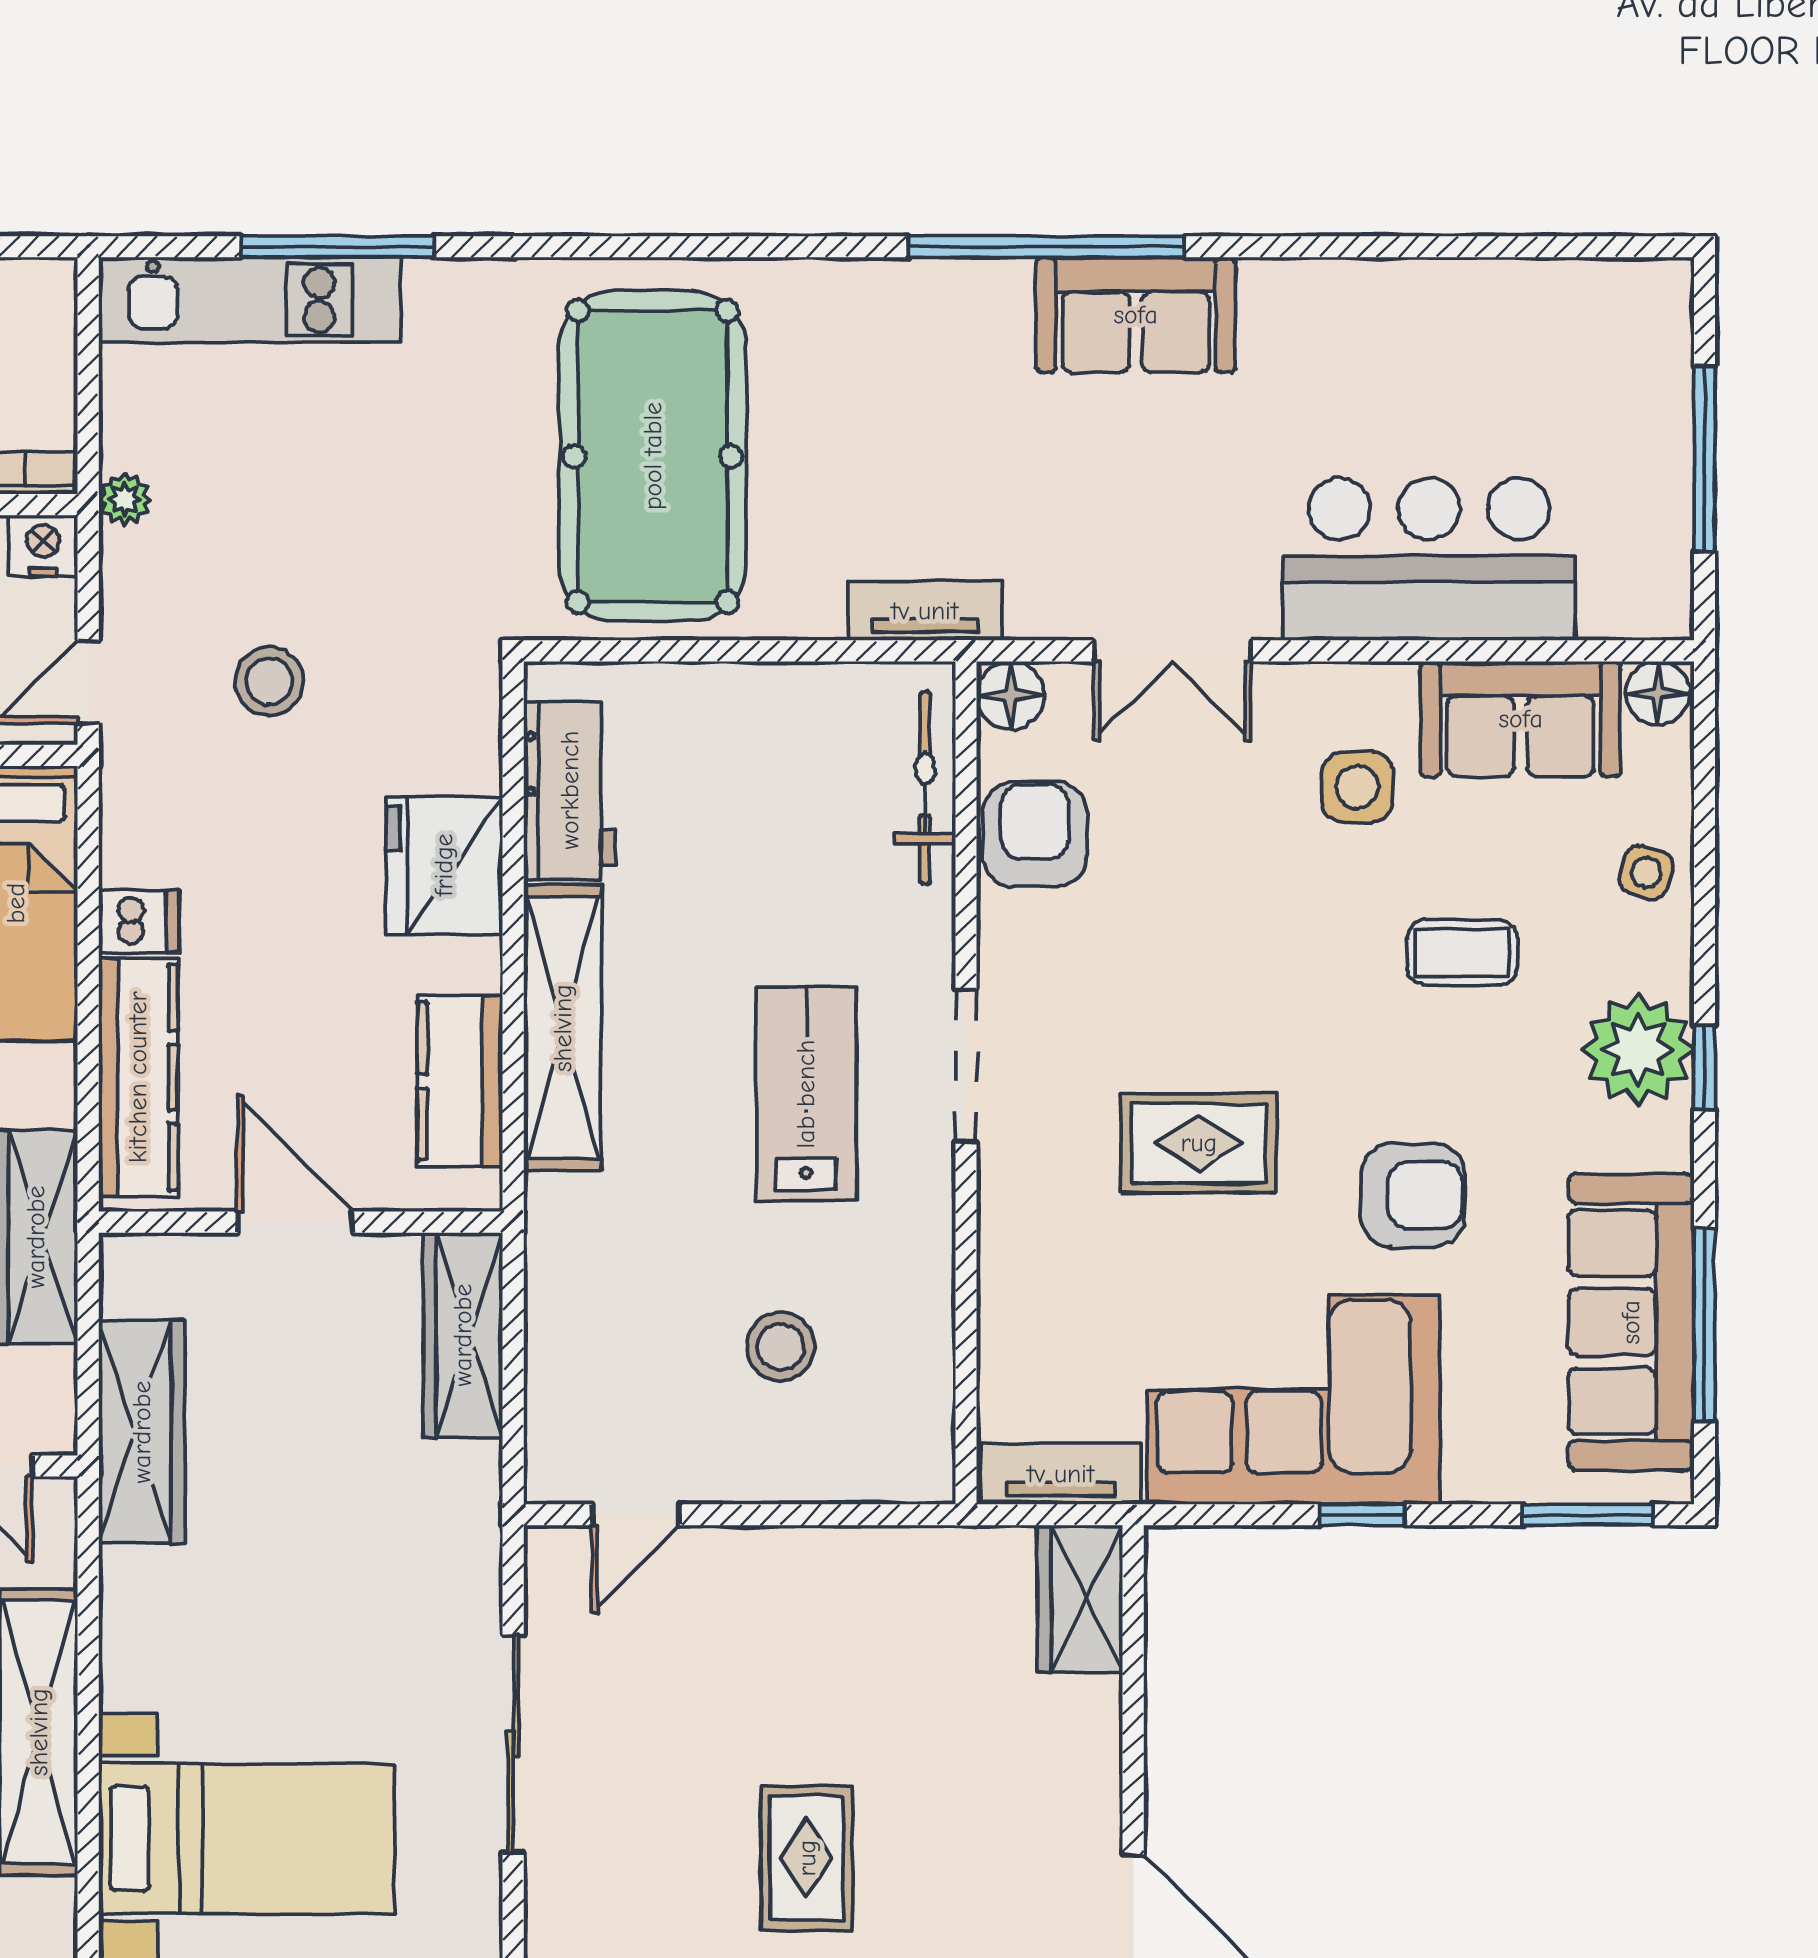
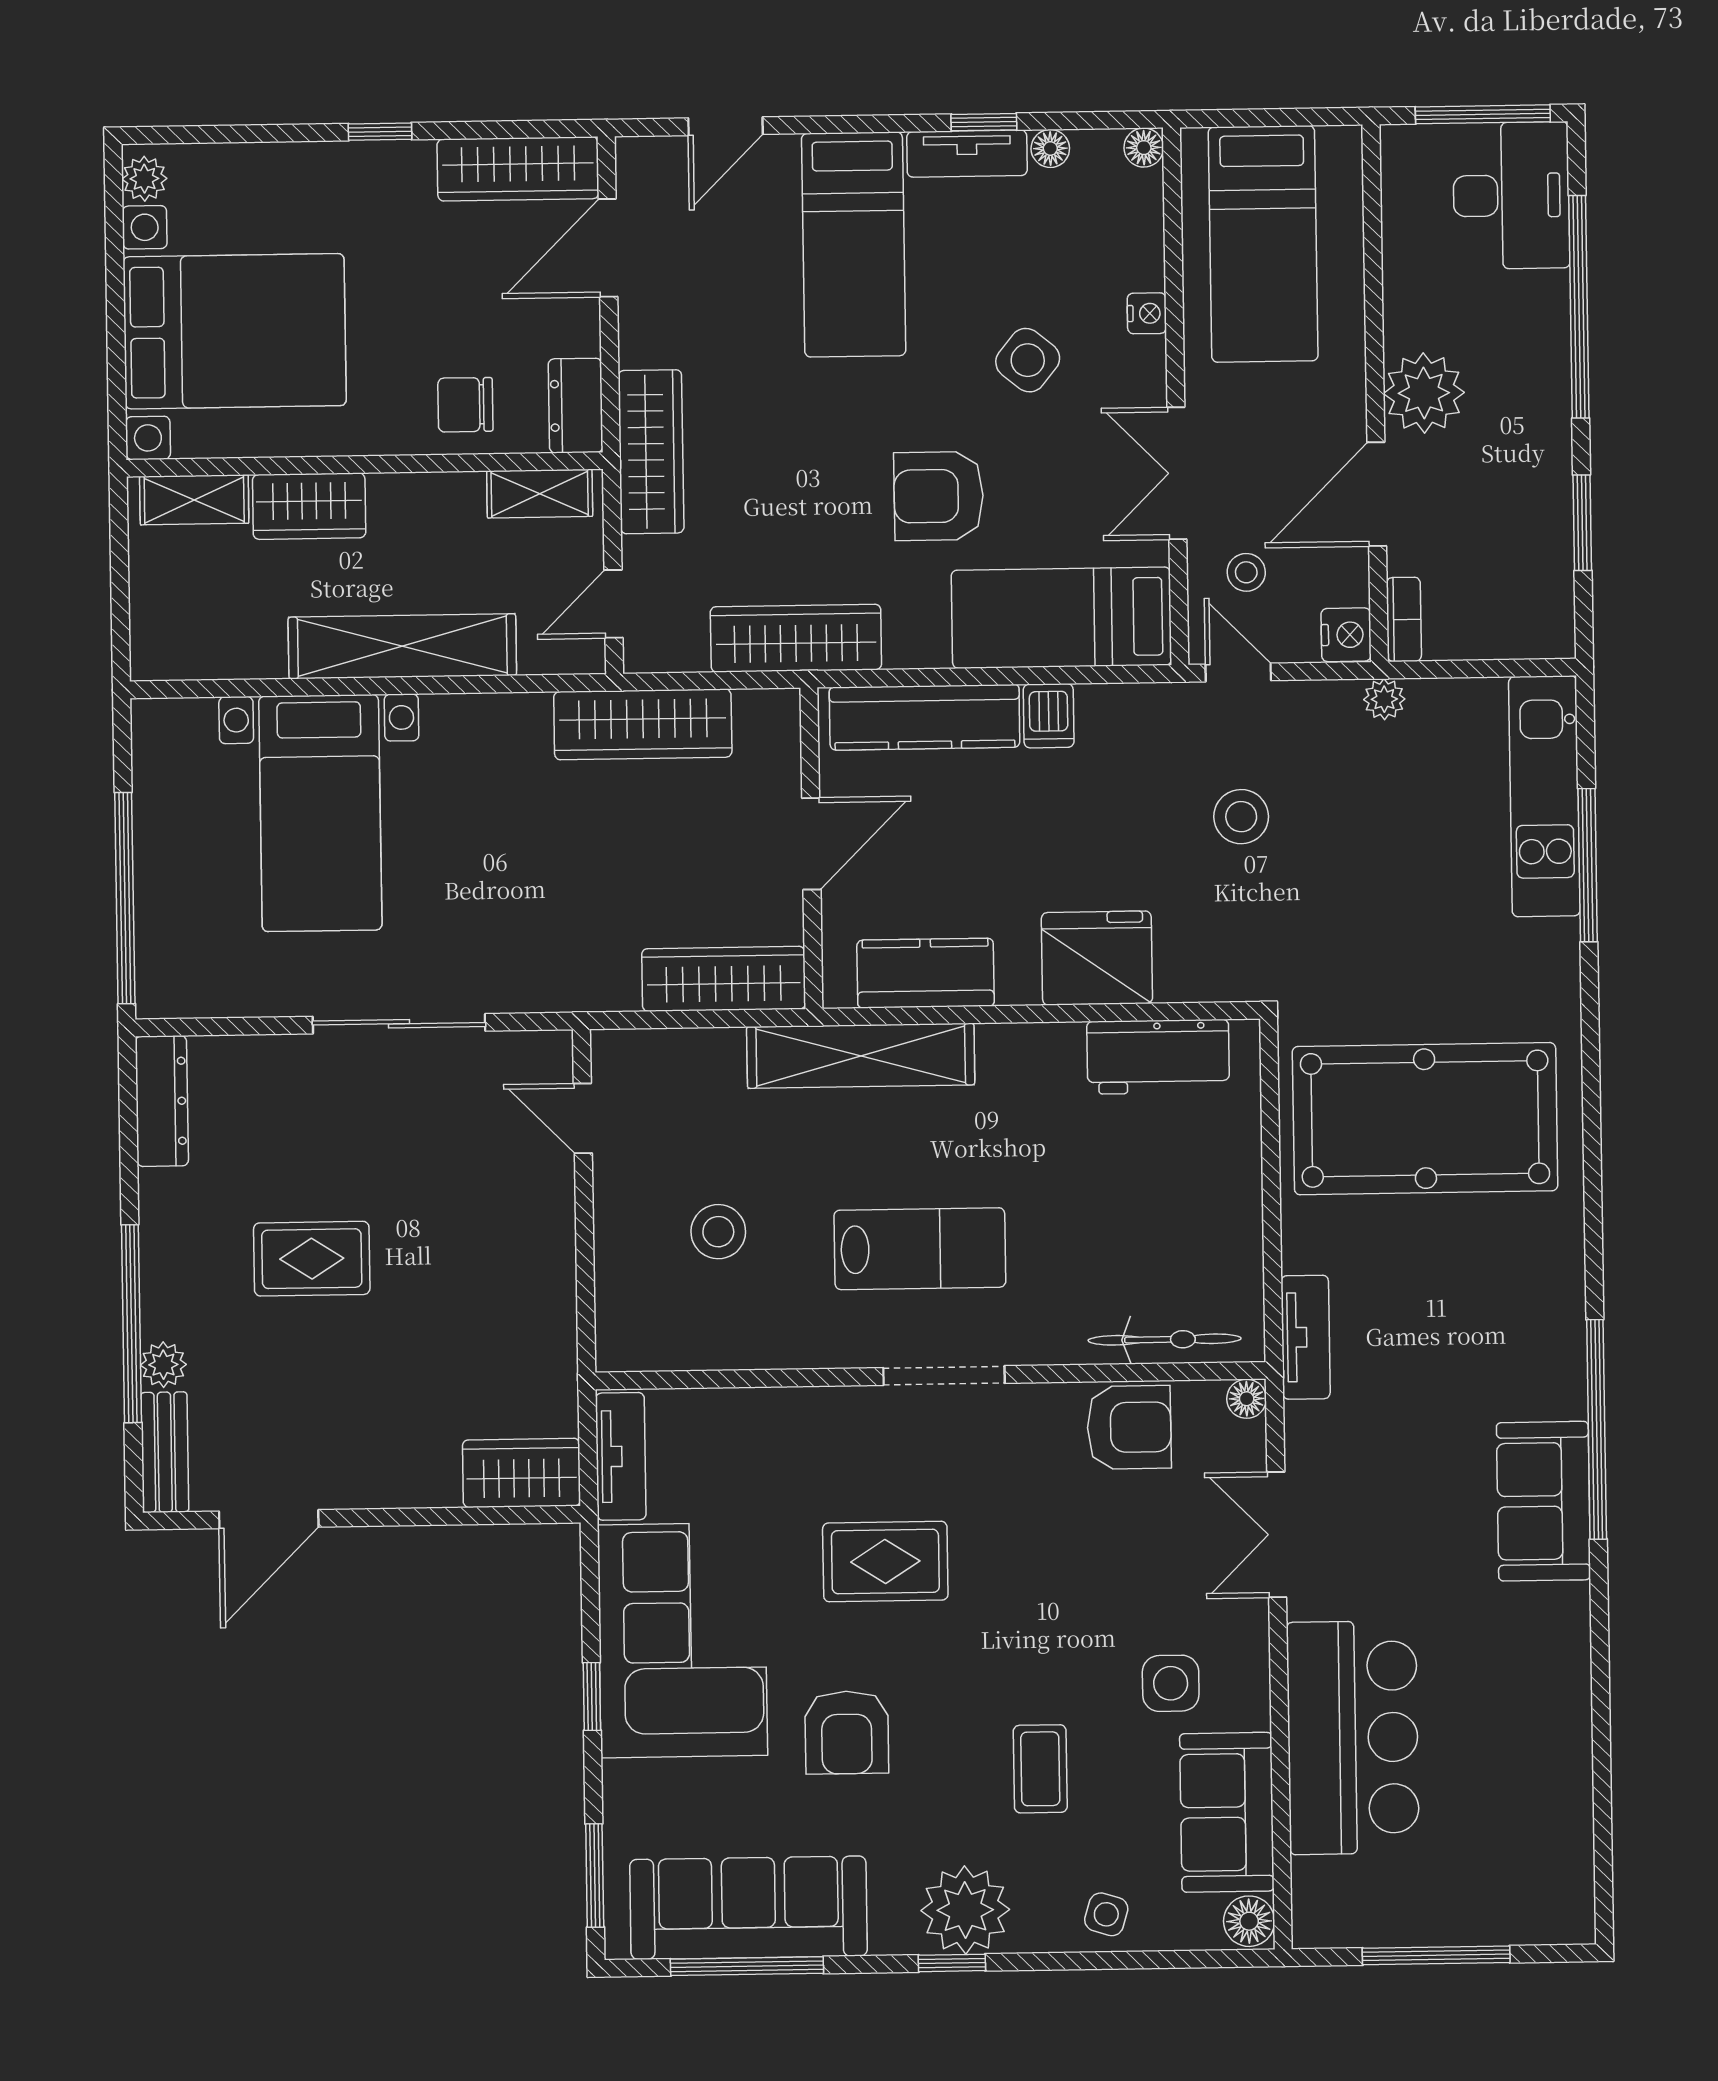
floor lamp: (1010, 695) -> (1247, 1399), width x0.73, depth x0.73
shelving: (563, 1028) -> (861, 1056), moved
rug: (1199, 1143) -> (885, 1562), turned 90

